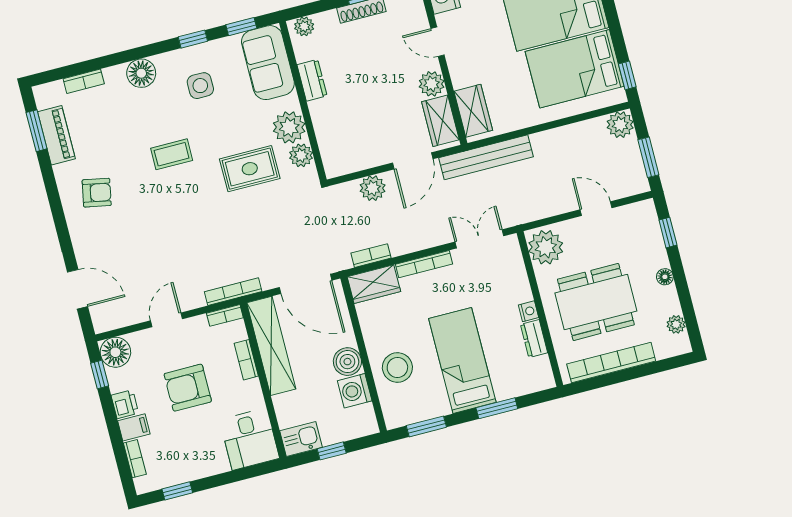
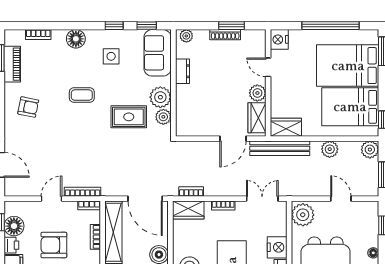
wardrobe: (473, 111) -> (286, 127), moved, turned -90
plant: (373, 188) -> (330, 149), moved
bookcase: (424, 264) -> (223, 206), width x0.64
bookcase: (233, 292) -> (82, 192), moved
nightstand: (528, 311) -> (277, 247), width x1.89, depth x1.79
floor lamp: (115, 352) -> (14, 226), moved

